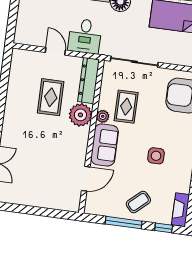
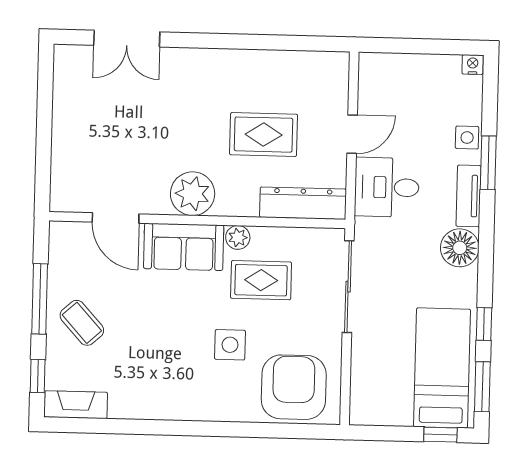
plant: (80, 115) -> (193, 194), moved
side table: (156, 156) -> (230, 345), moved

